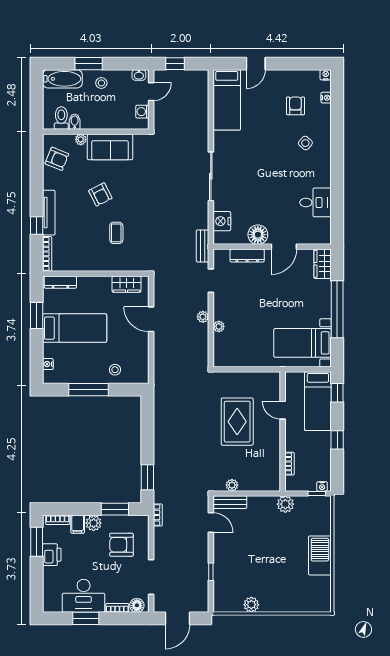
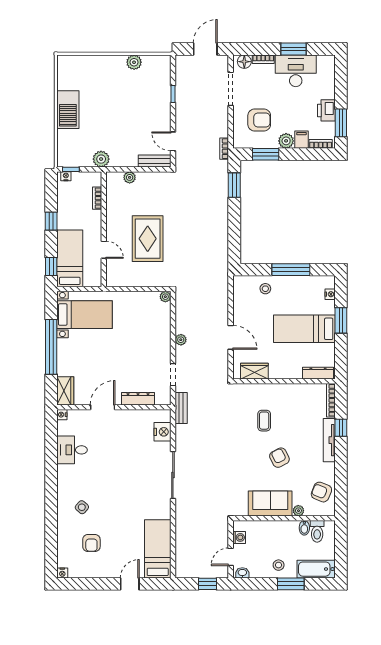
nightstand: (326, 98) -> (62, 415), moved
floor lamp: (258, 235) -> (128, 419), removed
window: (37, 316) -> (341, 320), moved
plant: (219, 326) -> (165, 297), moved
plant: (232, 485) -> (130, 177), moved

